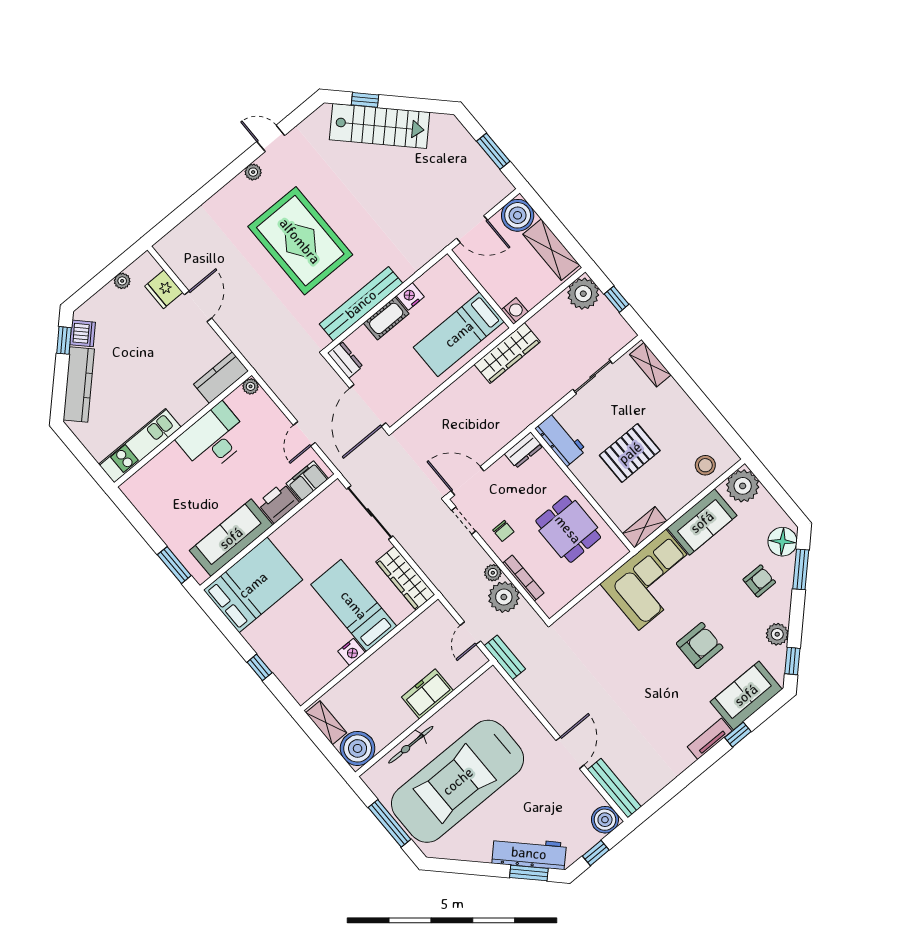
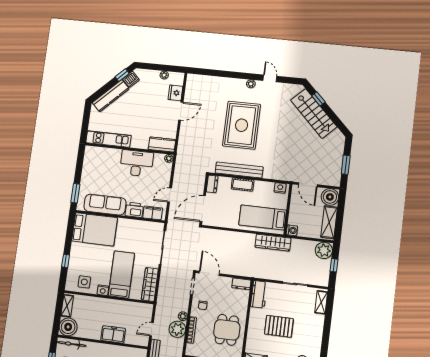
nightstand: (410, 296) -> (280, 188), moved
side table: (315, 668) -> (84, 282), added
bicycle: (411, 745) -> (72, 344), moved

